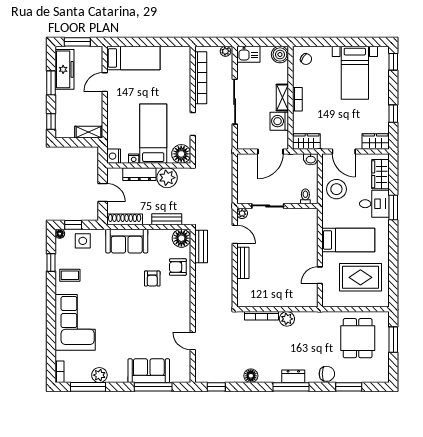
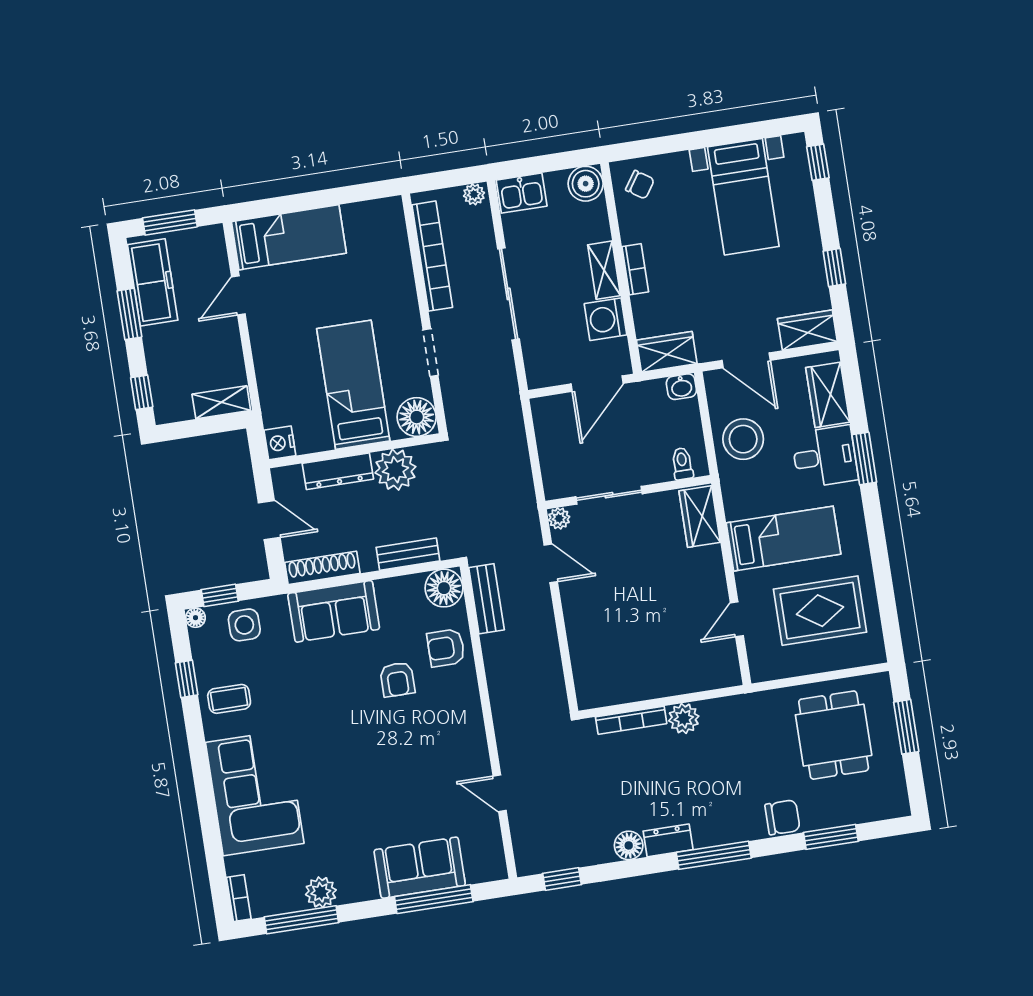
nightstand: (134, 159) -> (322, 442), removed
wardrobe: (310, 223) -> (700, 517), added
bench: (243, 263) -> (576, 619), removed
dresser: (293, 376) -> (668, 840), moved

